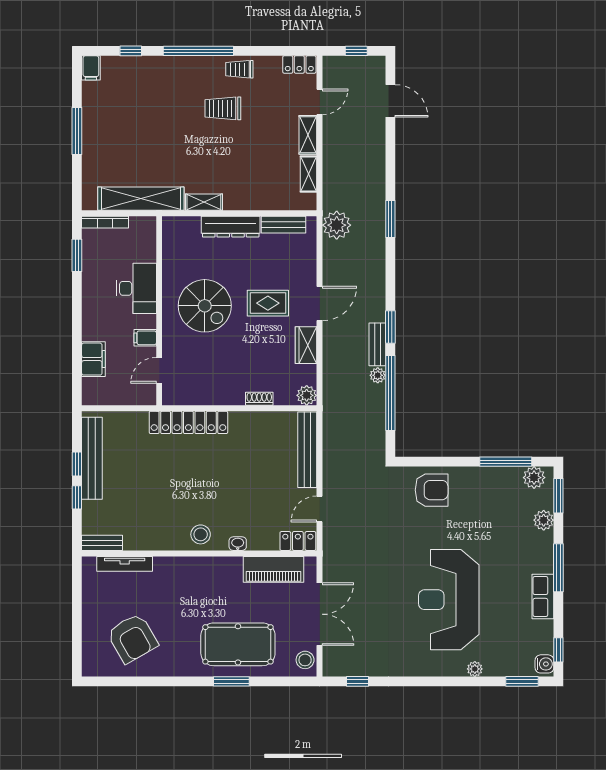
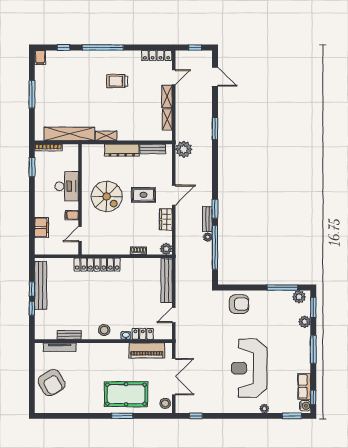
locker: (299, 64) -> (157, 55), width x1.53
trolley: (239, 69) -> (127, 58), removed
window: (390, 219) -> (215, 129), moved
locker: (298, 541) -> (143, 334), moved
bench: (102, 543) -> (69, 335), moved
row of seats: (543, 596) -> (304, 386), moved
armchair: (132, 638) -> (52, 383), moved

